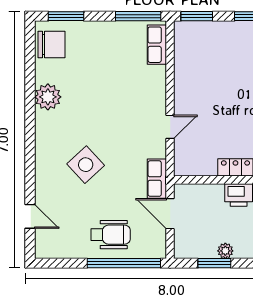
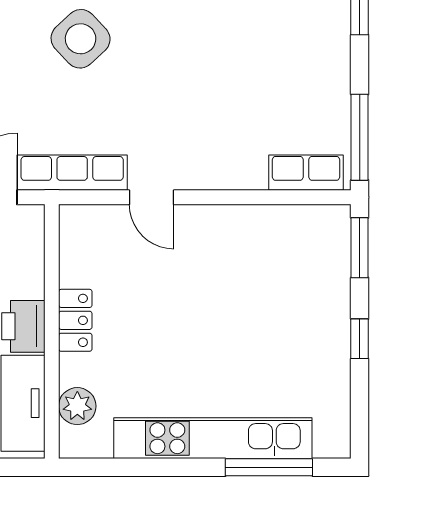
row of seats: (157, 179) -> (72, 173), width x1.48

